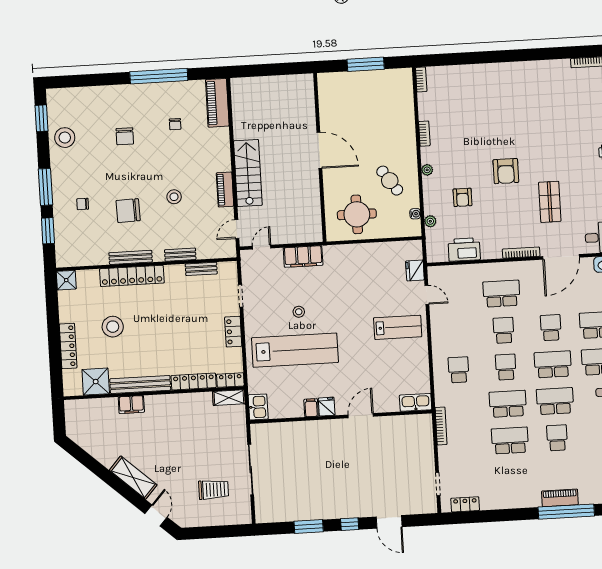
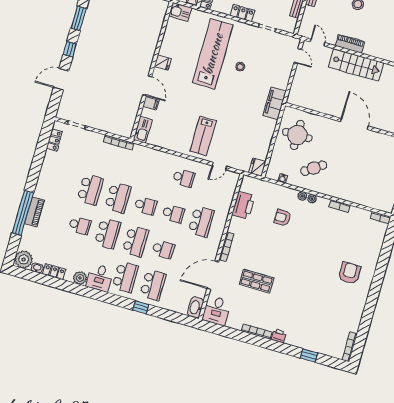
door: (319, 150) -> (354, 124), swing flipped
armchair: (506, 171) -> (349, 273), moved, turned 90
plant: (430, 221) -> (302, 196), moved
filing cabinet: (303, 256) -> (275, 103), moved
door: (561, 257) -> (213, 275), hinge flipped
fridge: (415, 270) -> (257, 167), moved, turned -90
lab bench: (295, 350) -> (213, 54), turned 180
school desk: (459, 370) -> (184, 178), moved
filing cabinet: (311, 408) -> (151, 103), moved

